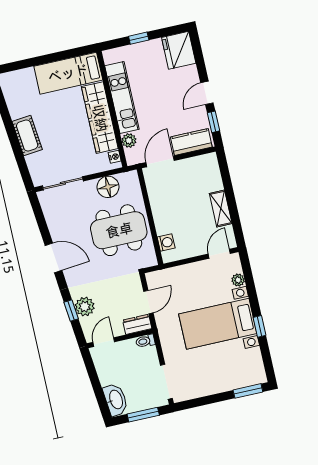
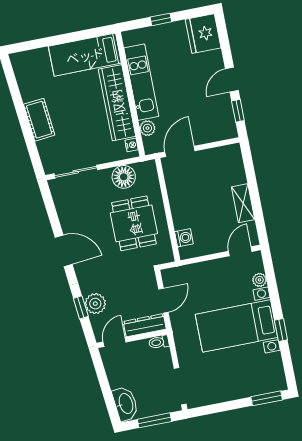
kitchen counter: (191, 142) -> (214, 131), removed
dining table: (119, 230) -> (134, 223), width x0.73
dresser: (137, 324) -> (145, 325), width x1.44

